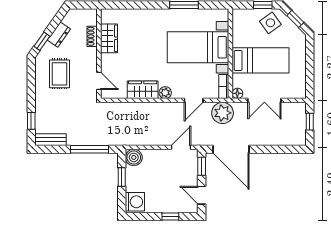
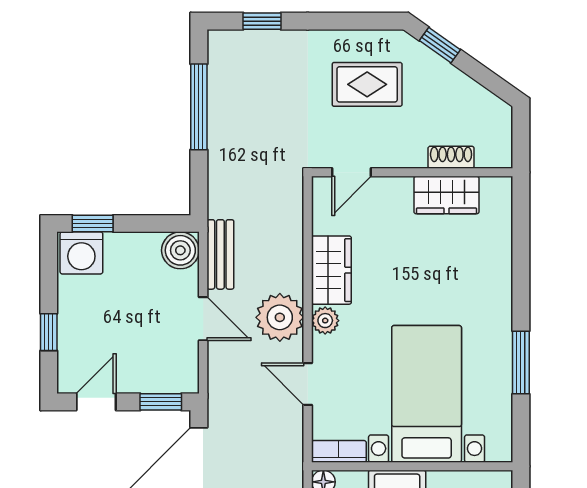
dresser: (59, 35) -> (455, 83), removed
plant: (223, 113) -> (280, 317), moved
bench: (50, 140) -> (220, 254), moved
door: (181, 147) -> (203, 319), moved
window: (89, 149) -> (199, 107), moved
window: (122, 177) -> (93, 224), moved

